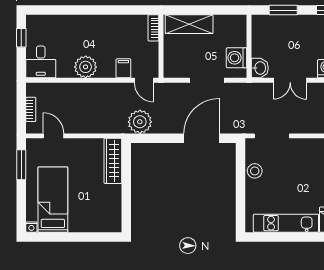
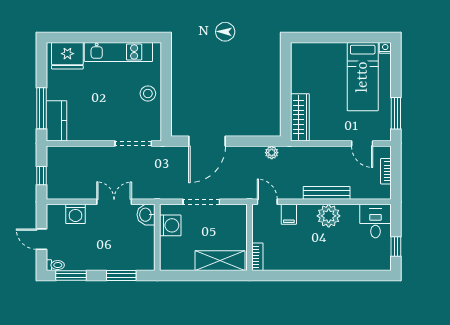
bench: (87, 89) -> (327, 193), added
plant: (140, 122) -> (272, 153), width x0.53, depth x0.53
stool: (255, 171) -> (148, 94), moved

